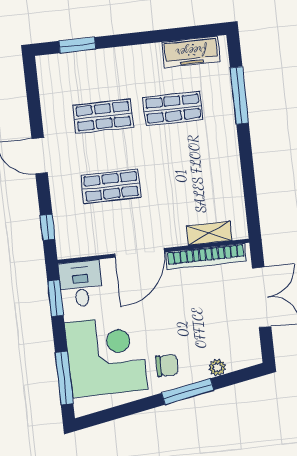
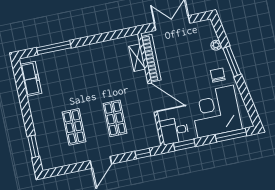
shop shelf: (173, 108) -> (65, 86), removed

